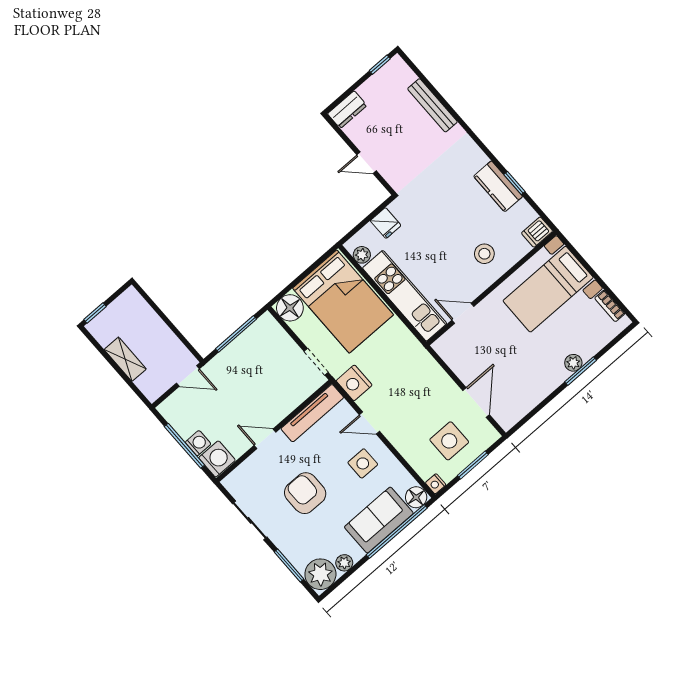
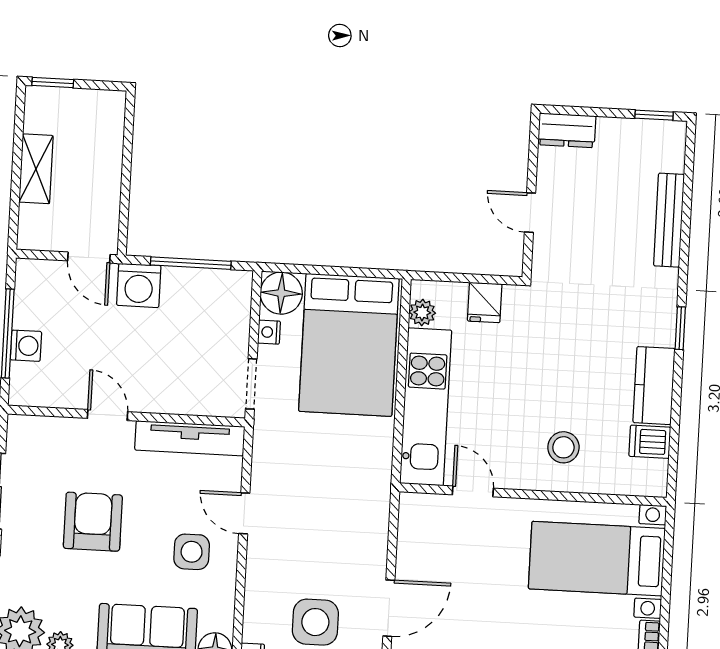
window: (514, 183) -> (680, 328), moved
dishwasher: (537, 232) -> (650, 442), moved
nightstand: (354, 383) -> (269, 332), moved, width x0.53, depth x0.56
washing machine: (217, 459) -> (139, 285), moved, turned 90

